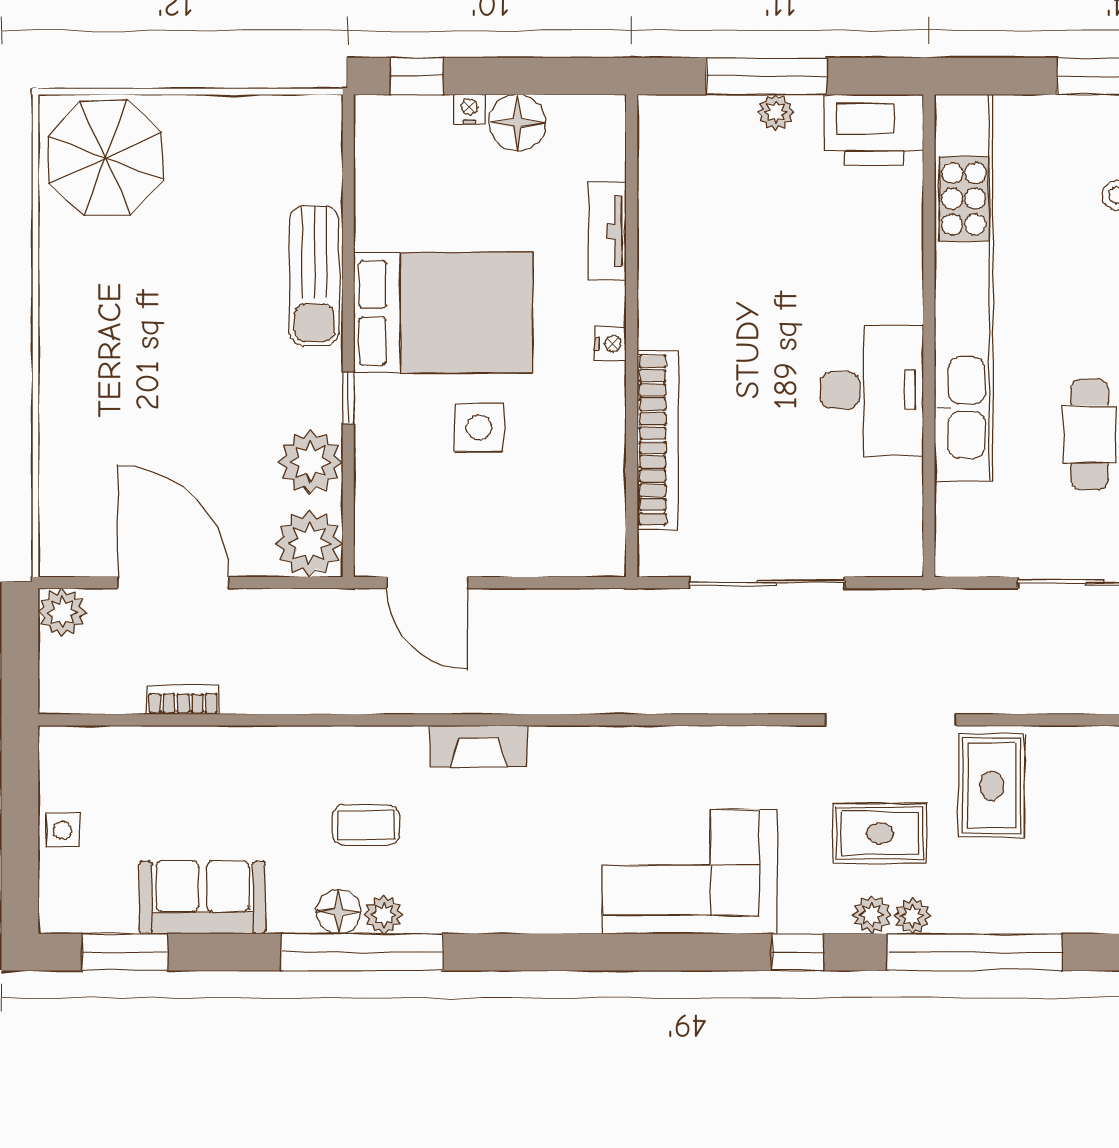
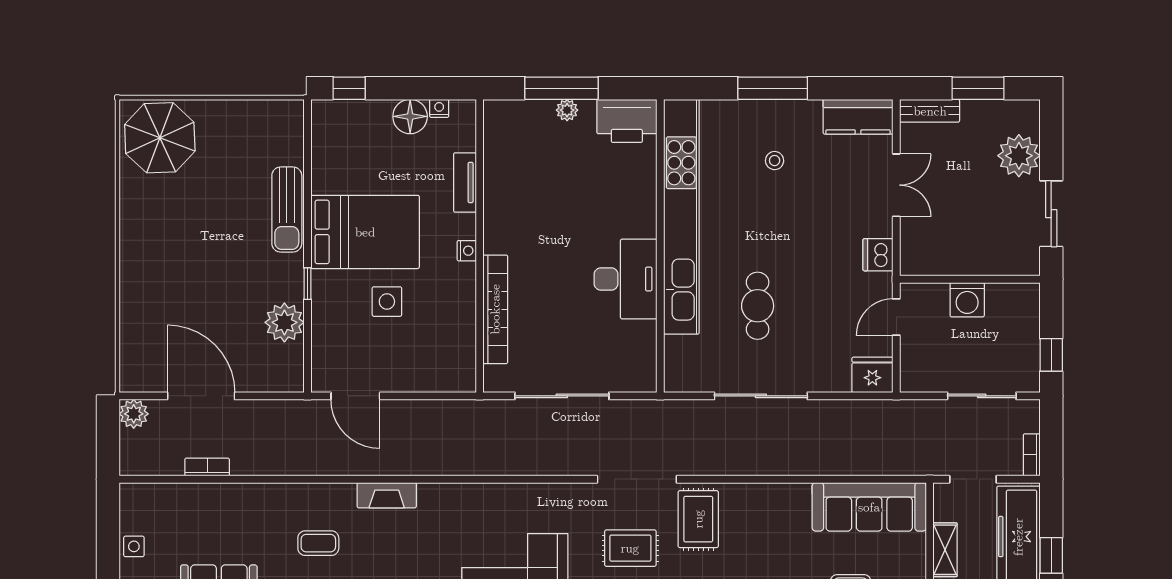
nightstand: (469, 109) -> (439, 108), moved
plant: (309, 544) -> (284, 372), removed

